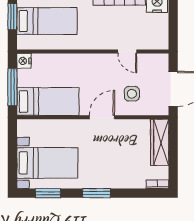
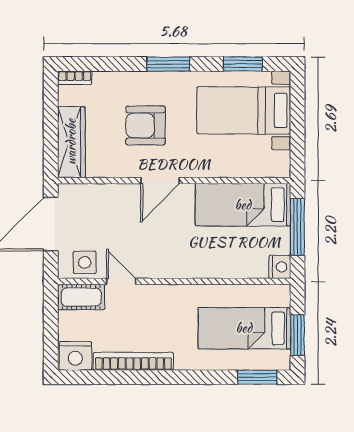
cot: (153, 41) -> (81, 297), added
side table: (132, 94) -> (85, 262), moved
armchair: (111, 153) -> (146, 125), added

